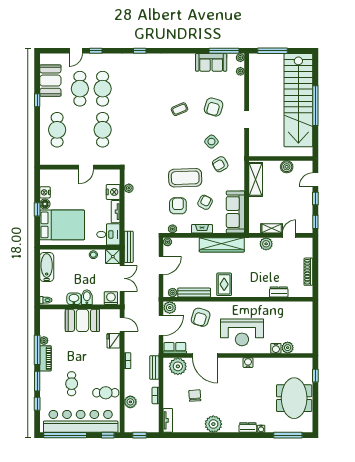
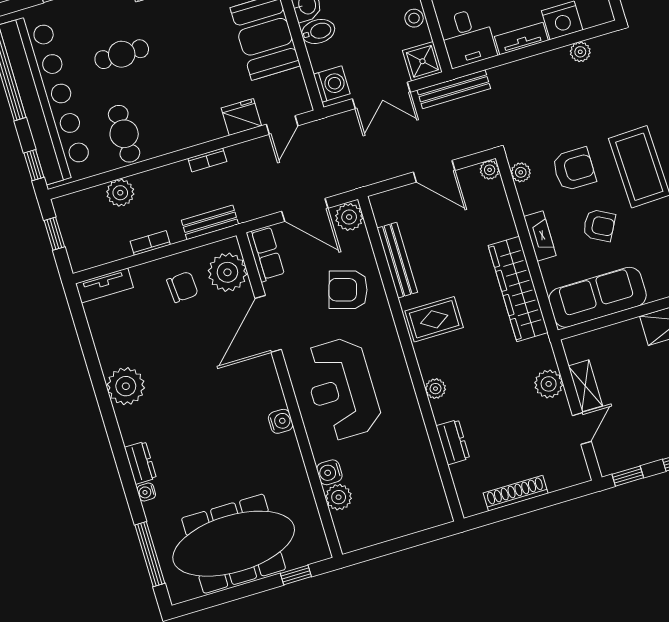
door: (289, 235) -> (582, 428), hinge flipped
plant: (173, 293) -> (435, 389), moved
chair: (195, 396) -> (182, 287), moved
meeting table: (294, 398) -> (234, 544), width x1.36

